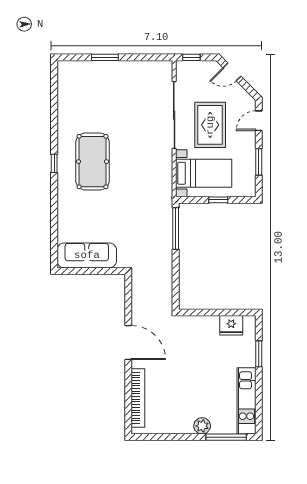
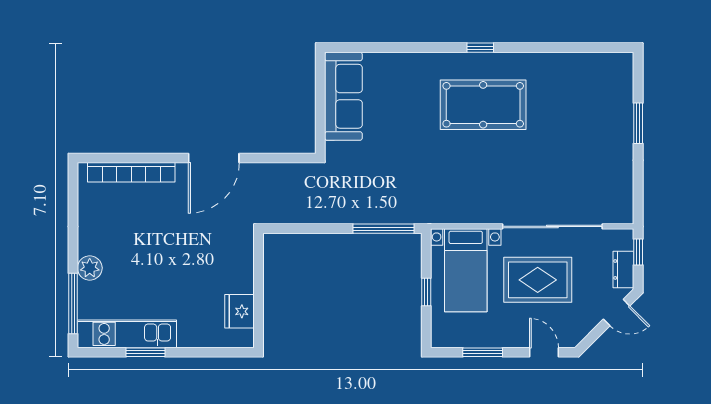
dresser: (203, 67) -> (623, 269), added
door: (232, 72) -> (617, 312), swing flipped
window: (259, 354) -> (145, 352), moved

